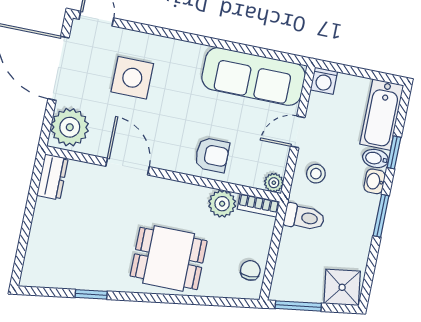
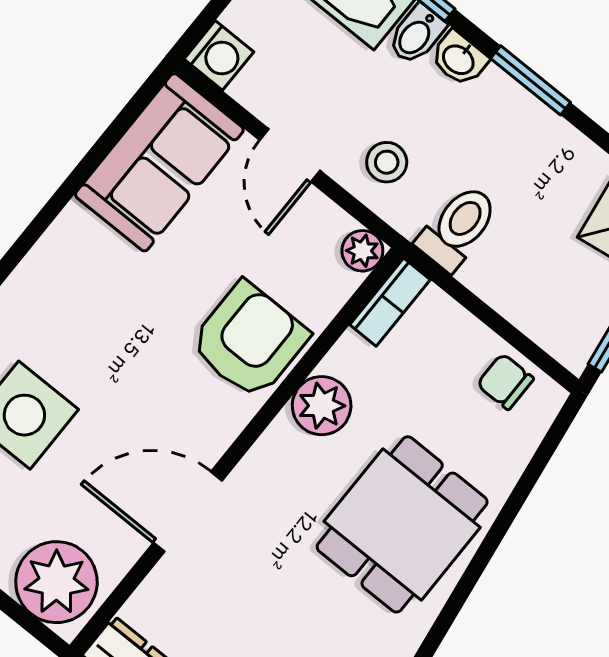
sofa: (253, 76) -> (159, 162), width x0.73
armchair: (212, 155) -> (249, 340), width x1.38, depth x1.38
plant: (222, 204) -> (322, 406), moved

